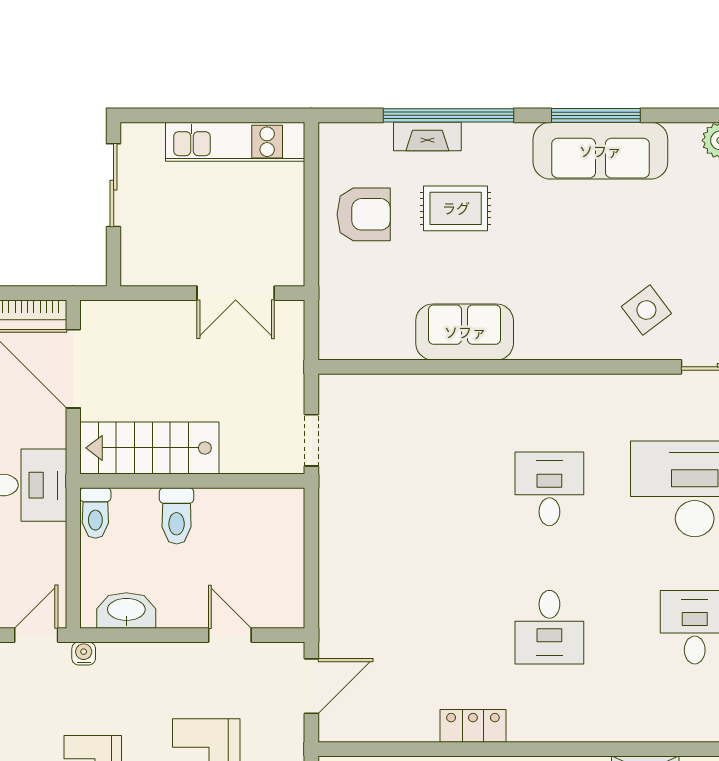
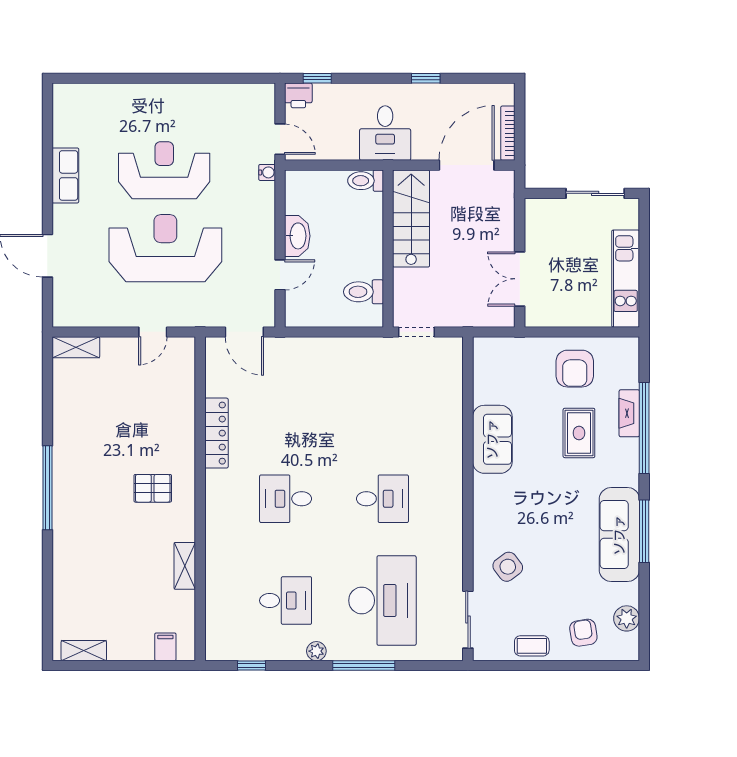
toilet: (177, 516) -> (364, 292), moved
washbasin: (126, 610) -> (297, 236), moved
locker: (473, 726) -> (216, 433), width x1.53

